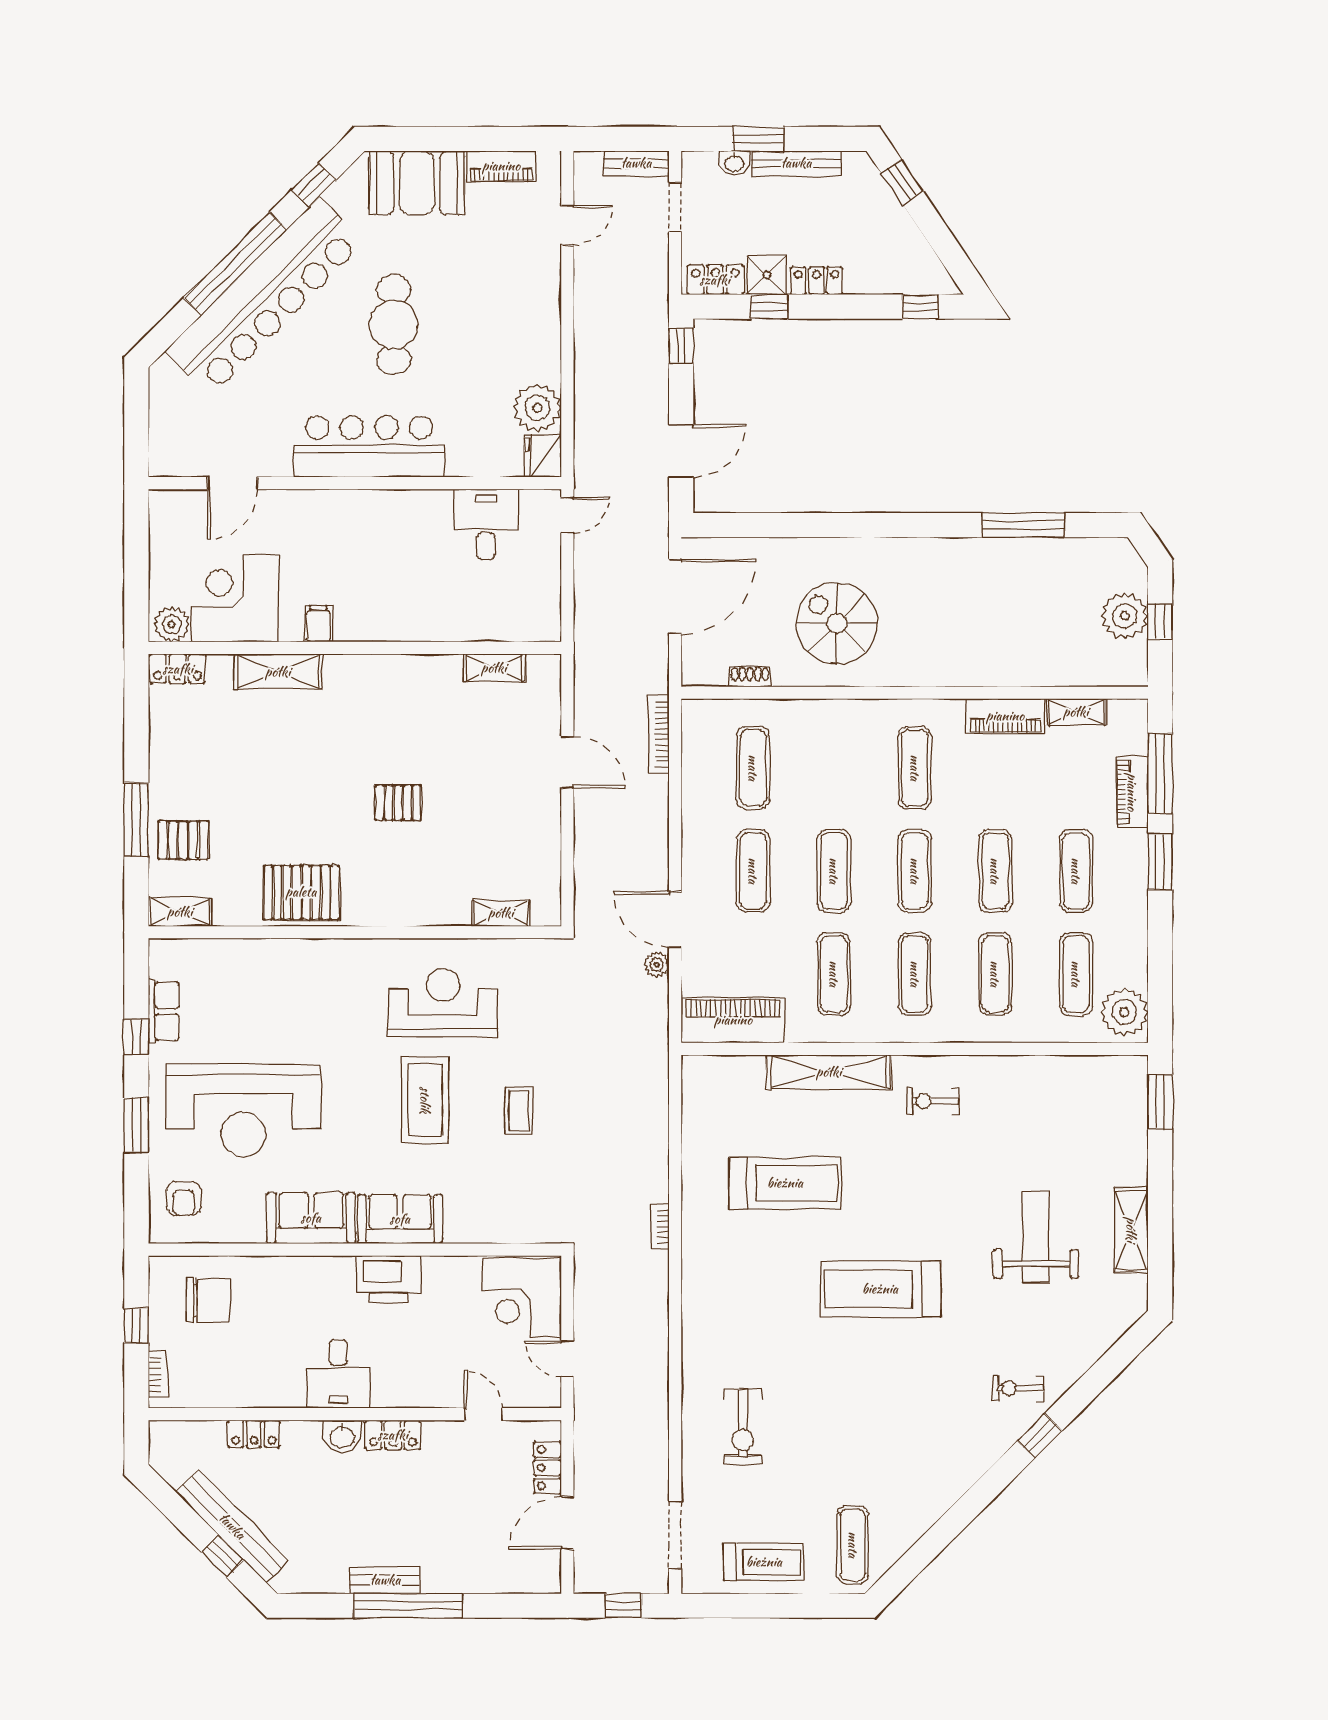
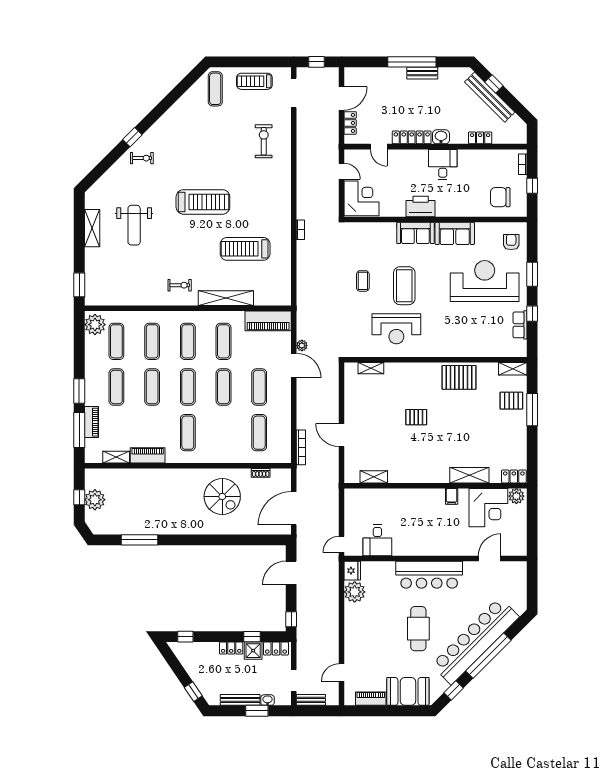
locker: (393, 1435) -> (412, 137), width x1.53

